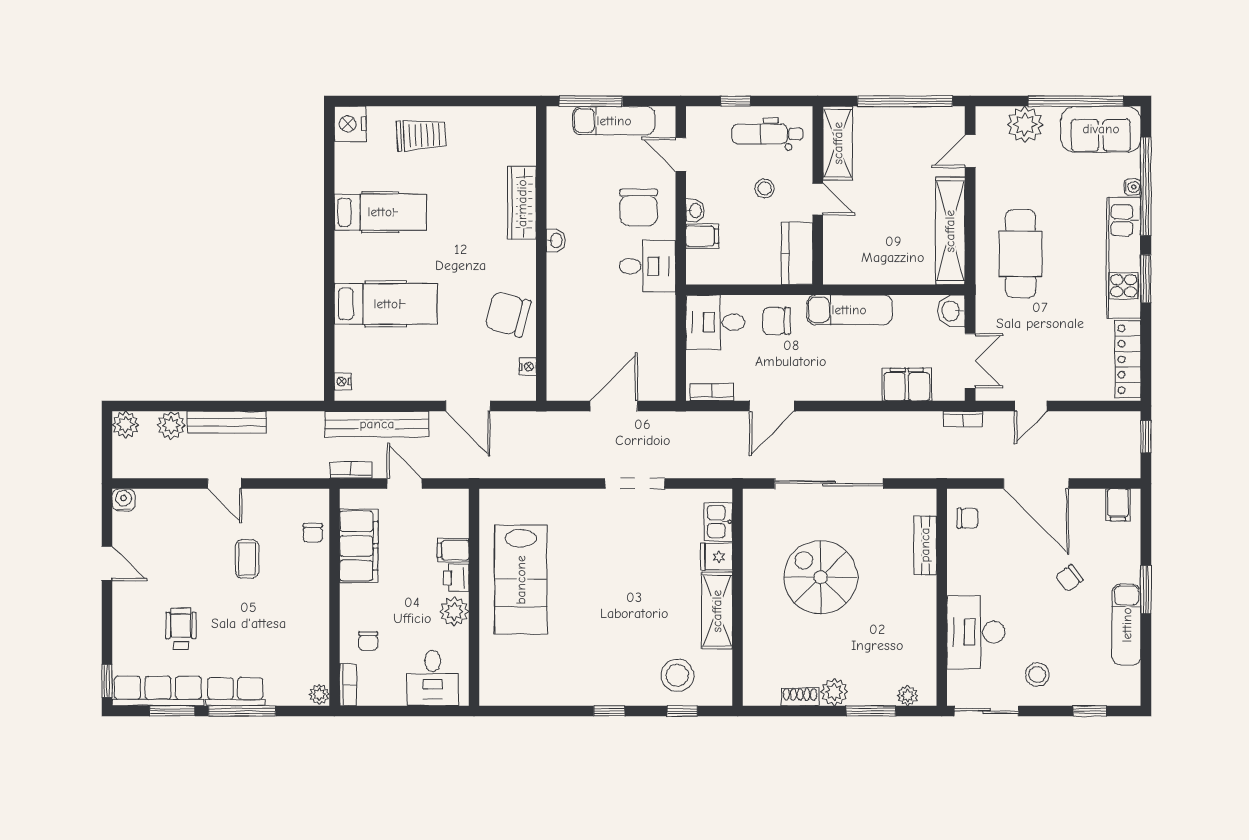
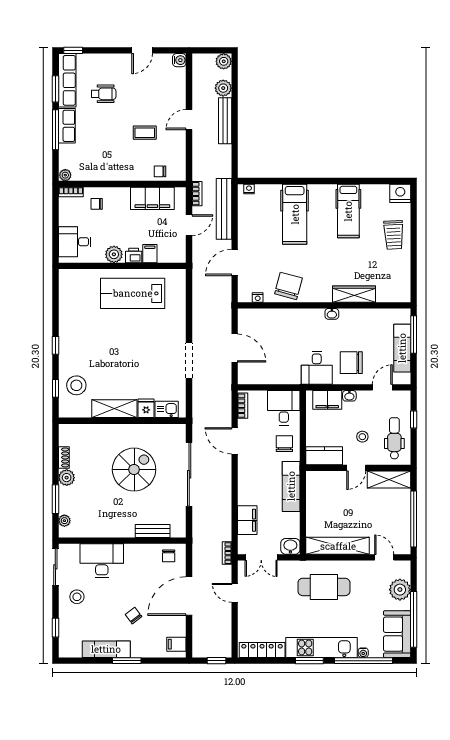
filing cabinet: (702, 236) -> (327, 400), width x2.00

